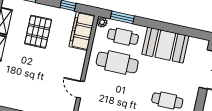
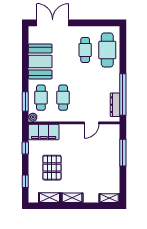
pallet: (38, 32) -> (52, 168), turned 90
cafe table: (117, 63) -> (63, 98), width x0.73, depth x0.74

